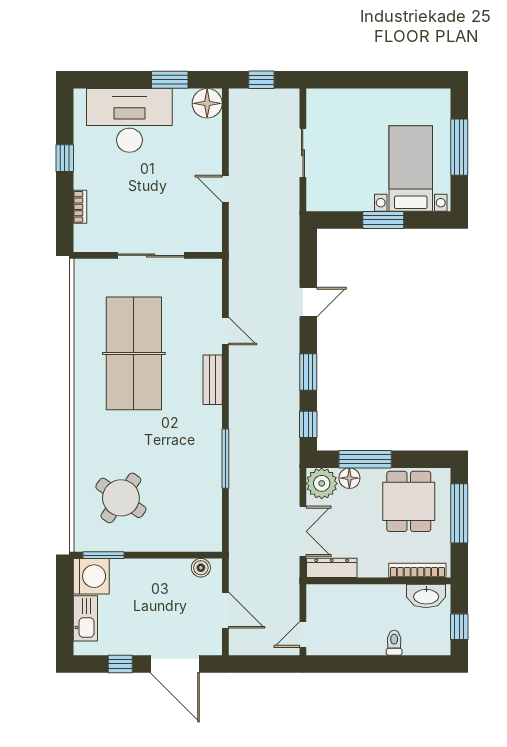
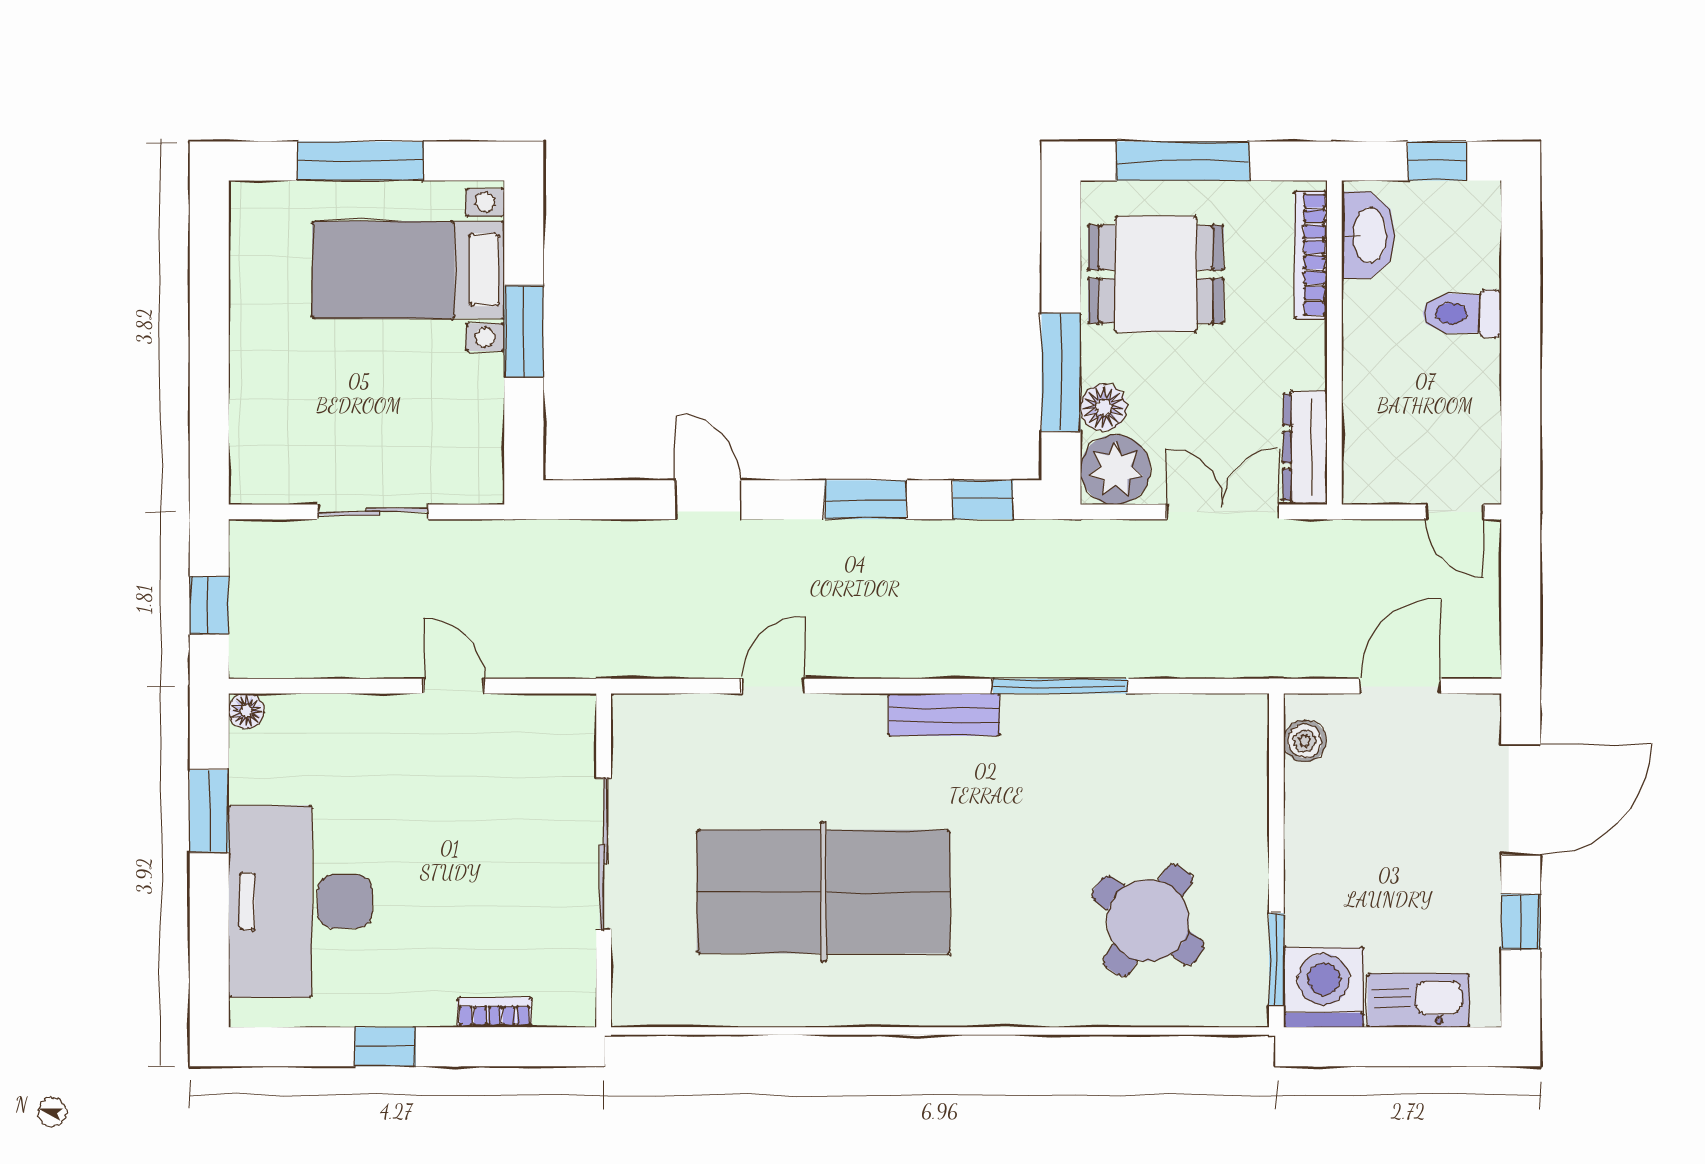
floor lamp: (207, 103) -> (246, 711), width x0.53, depth x0.53
door: (225, 189) -> (454, 686), swing flipped
bench: (213, 380) -> (944, 715), moved
toilet: (394, 643) -> (1462, 314), width x1.37, depth x1.39

